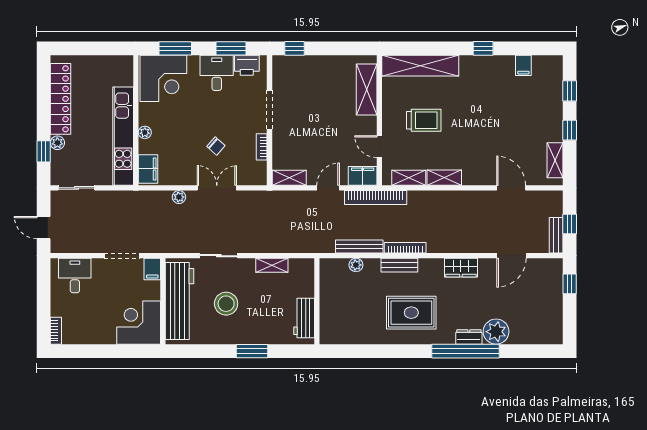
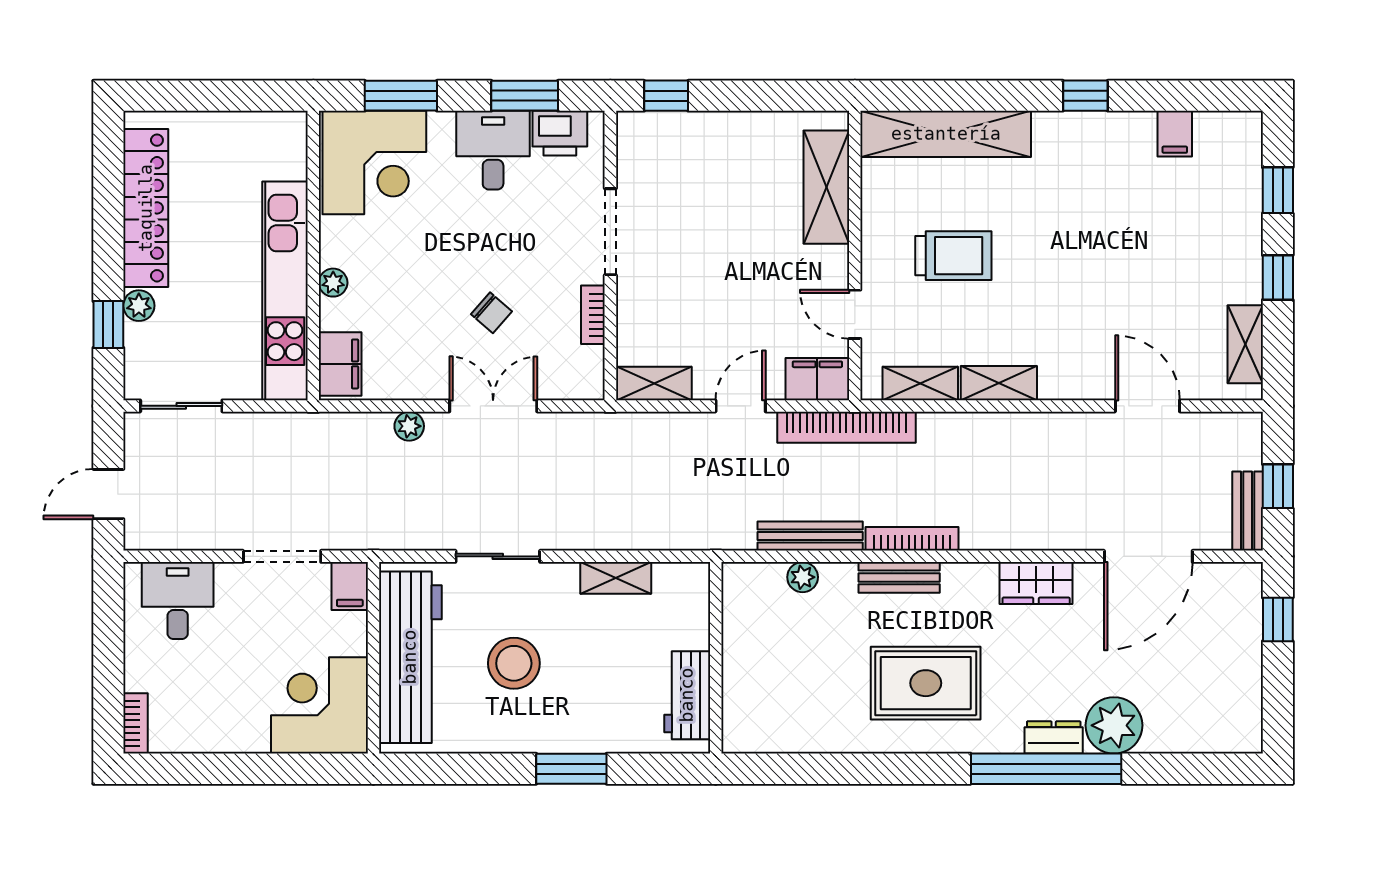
door: (44, 228) -> (108, 494), hinge flipped
door: (511, 256) -> (1148, 556), width x1.36

